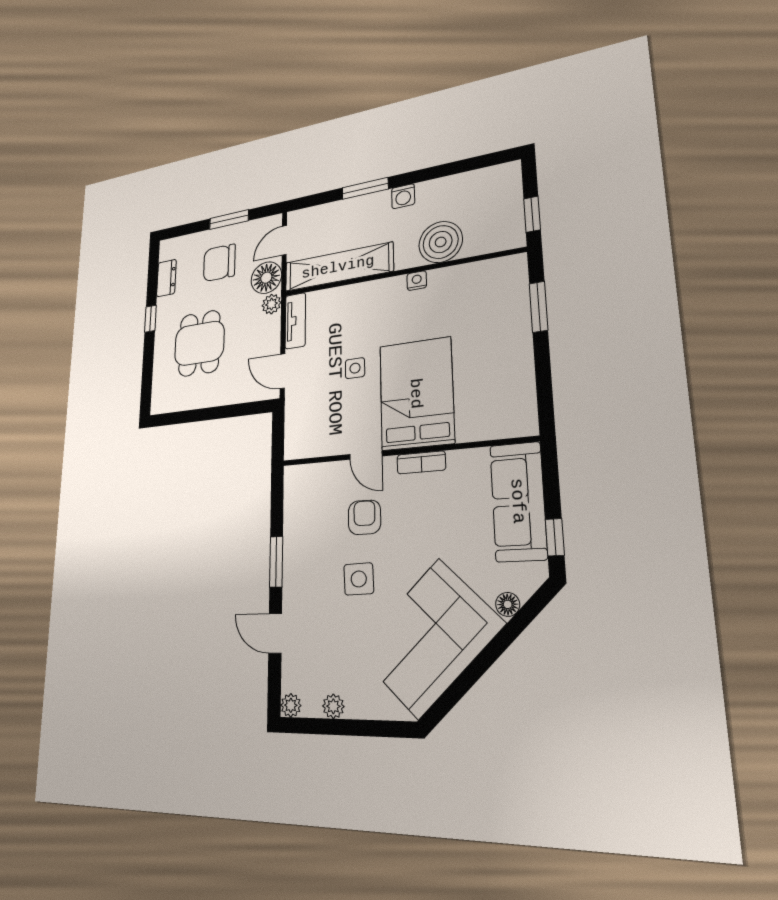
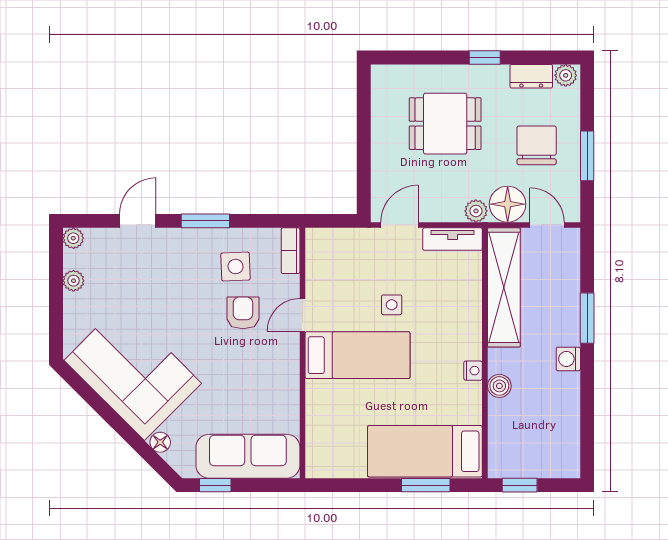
boiler: (441, 242) -> (499, 386), width x0.54, depth x0.54
plant: (167, 250) -> (566, 75), added
bed: (502, 314) -> (425, 451), added
bed: (416, 394) -> (358, 355), width x0.67
bookcase: (421, 462) -> (291, 251), moved
armchair: (364, 517) -> (243, 313), turned -90
side table: (359, 579) -> (236, 266), moved

